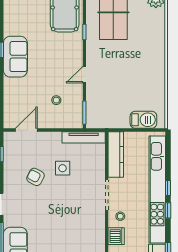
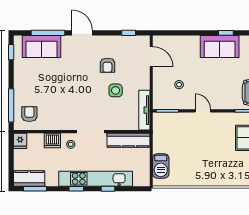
armchair: (35, 177) -> (107, 65), turned 153
window: (168, 188) -> (108, 189), moved
kitchen unit: (157, 190) -> (96, 179), width x0.73

